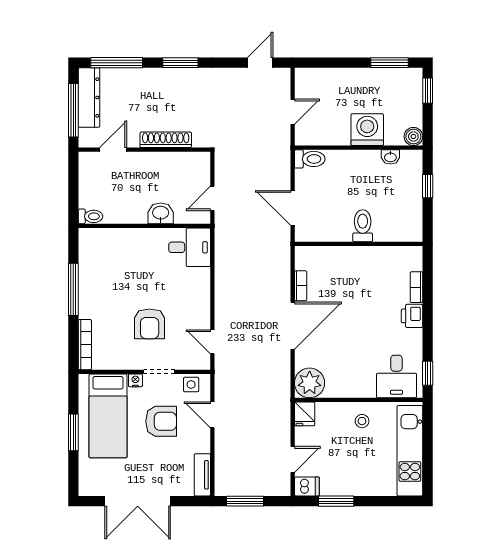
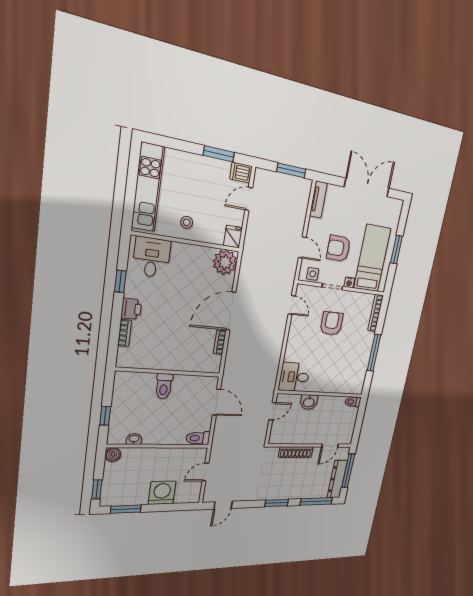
washing machine: (367, 130) -> (162, 493), moved, turned 180
window: (428, 373) -> (120, 281), moved

